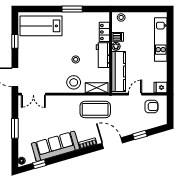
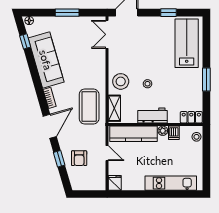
locker: (104, 32) -> (191, 117), moved
armchair: (151, 107) -> (79, 158), moved

